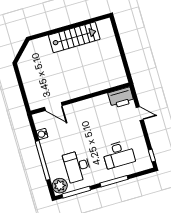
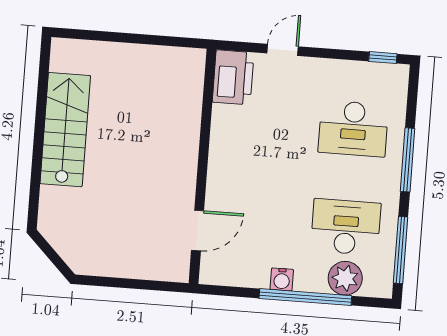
water cooler: (42, 134) -> (282, 279), moved
desk: (118, 154) -> (353, 128), turned 90
desk: (77, 166) -> (346, 227), turned 180
plant: (60, 186) -> (345, 278), moved

